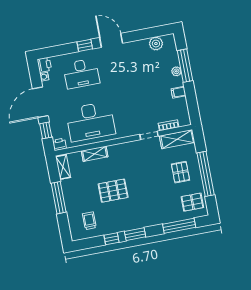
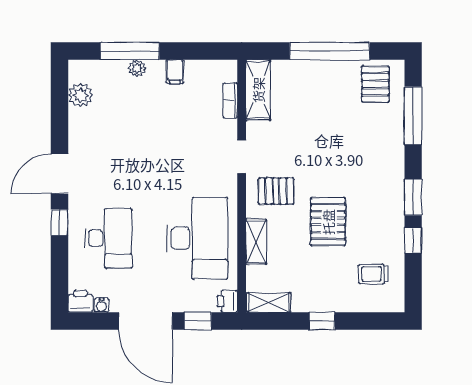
doorway: (149, 135) -> (242, 157), moved
pallet: (180, 172) -> (276, 191), moved
window: (59, 198) -> (322, 321), width x0.46

